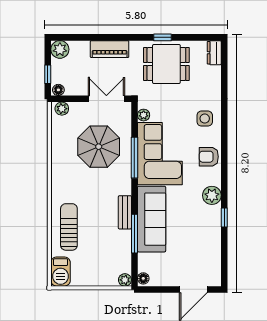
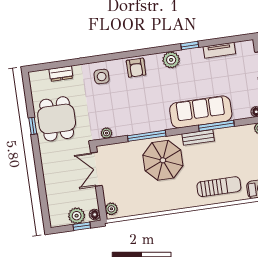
plant: (60, 49) -> (77, 216), moved
piano: (110, 49) -> (50, 173), removed
dresser: (214, 53) -> (61, 74), moved
parasol: (99, 147) -> (163, 160), moved
corner sofa: (160, 154) -> (140, 113), removed
sun lounger: (69, 227) -> (219, 187), turned 180
tv unit: (215, 248) -> (219, 50), added

